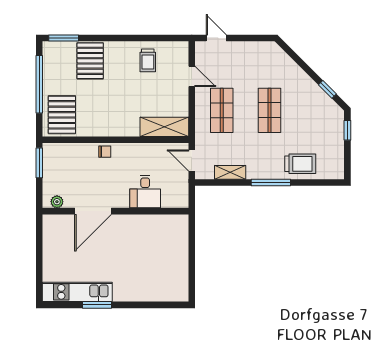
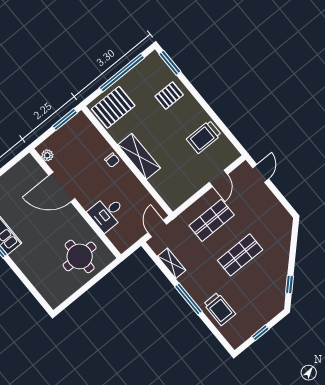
trolley: (148, 60) -> (204, 137), width x1.36, depth x1.39
pallet: (90, 61) -> (169, 96), width x0.67, depth x0.71
shelving: (164, 127) -> (139, 156), moved
window: (347, 130) -> (260, 333), moved
round table: (162, 244) -> (80, 256), added

